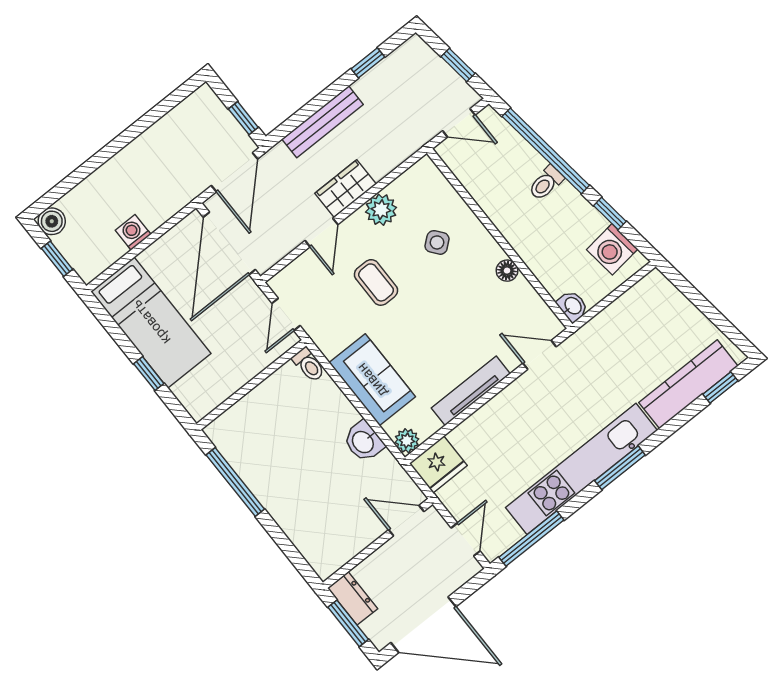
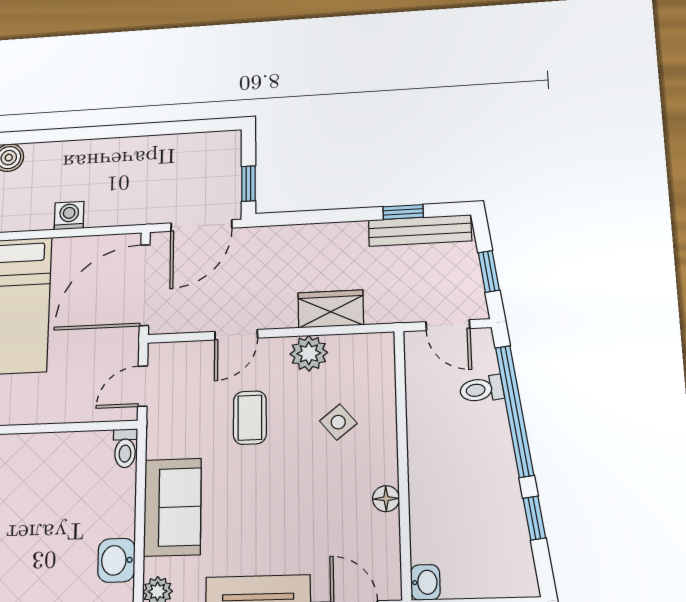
bench: (323, 122) -> (420, 230), moved
toilet: (546, 183) -> (482, 389), moved
wardrobe: (346, 189) -> (331, 309), moved
washing machine: (612, 249) -> (510, 555), removed

